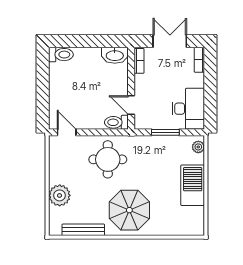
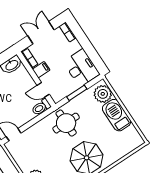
filing cabinet: (143, 82) -> (41, 70), added
plant: (198, 147) -> (103, 94), width x1.87, depth x1.87
round table: (108, 159) -> (66, 123), moved

